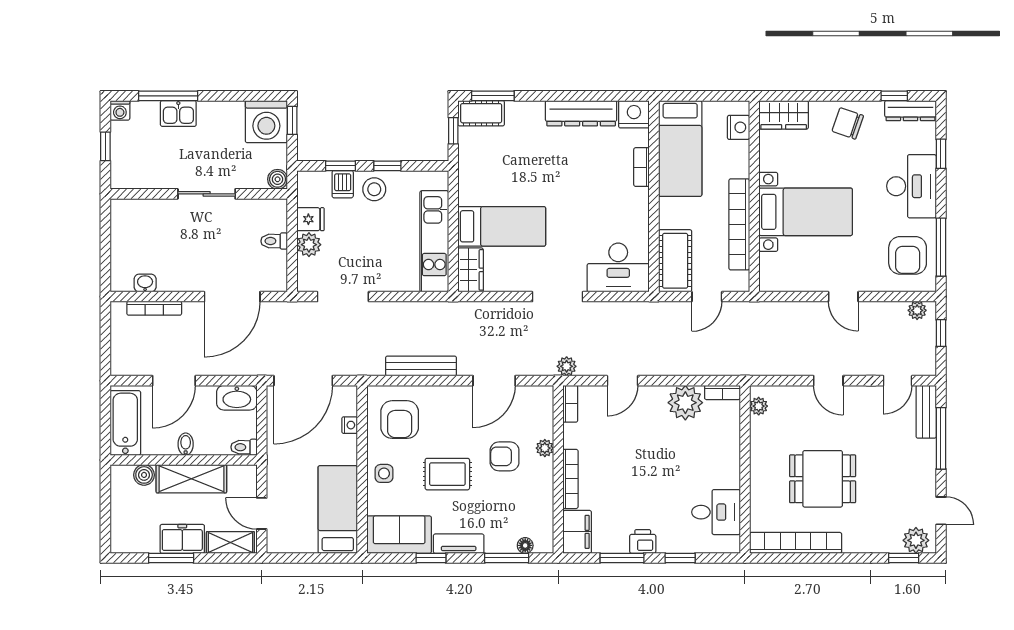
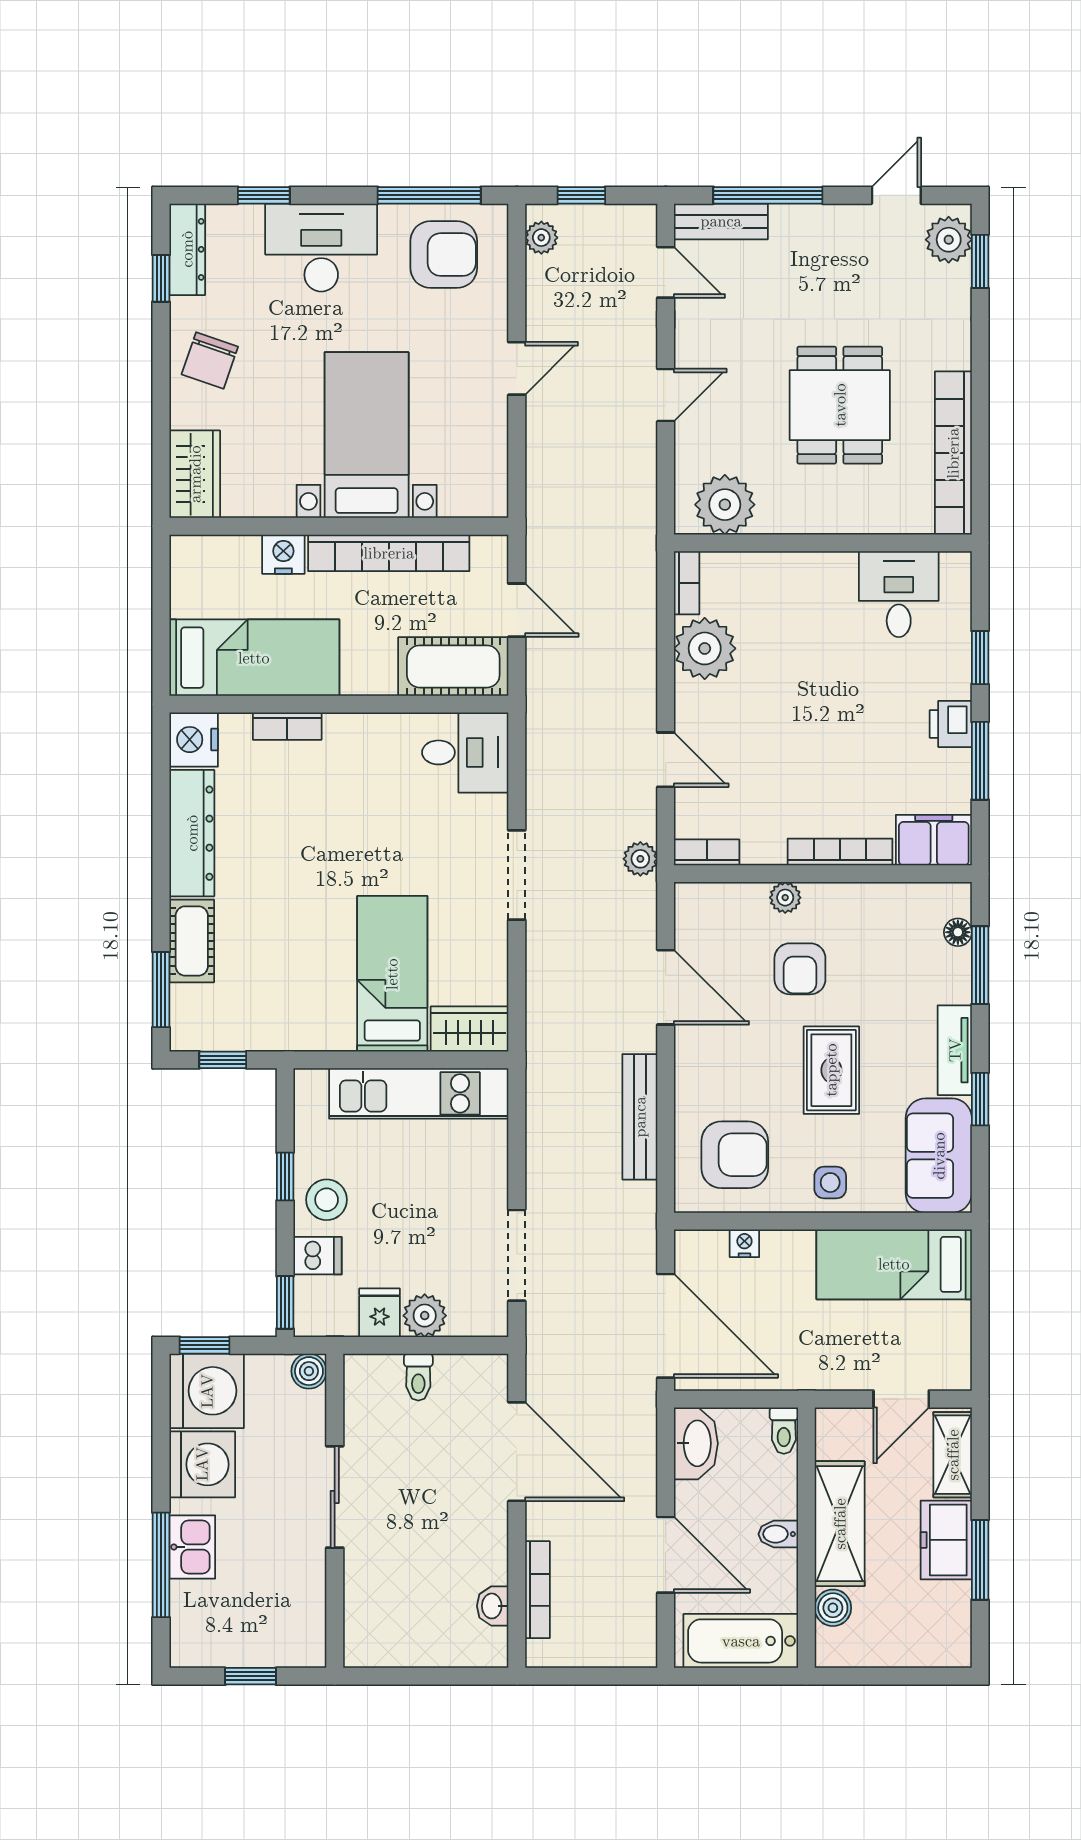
washing machine: (120, 110) -> (202, 1464), moved, width x1.89, depth x1.89
cot: (481, 113) -> (192, 941), moved
nightstand: (739, 127) -> (283, 554), moved
window: (340, 166) -> (285, 1302), moved
desk: (618, 268) -> (465, 752), width x0.73
plant: (759, 406) -> (725, 505), width x1.88, depth x1.88

